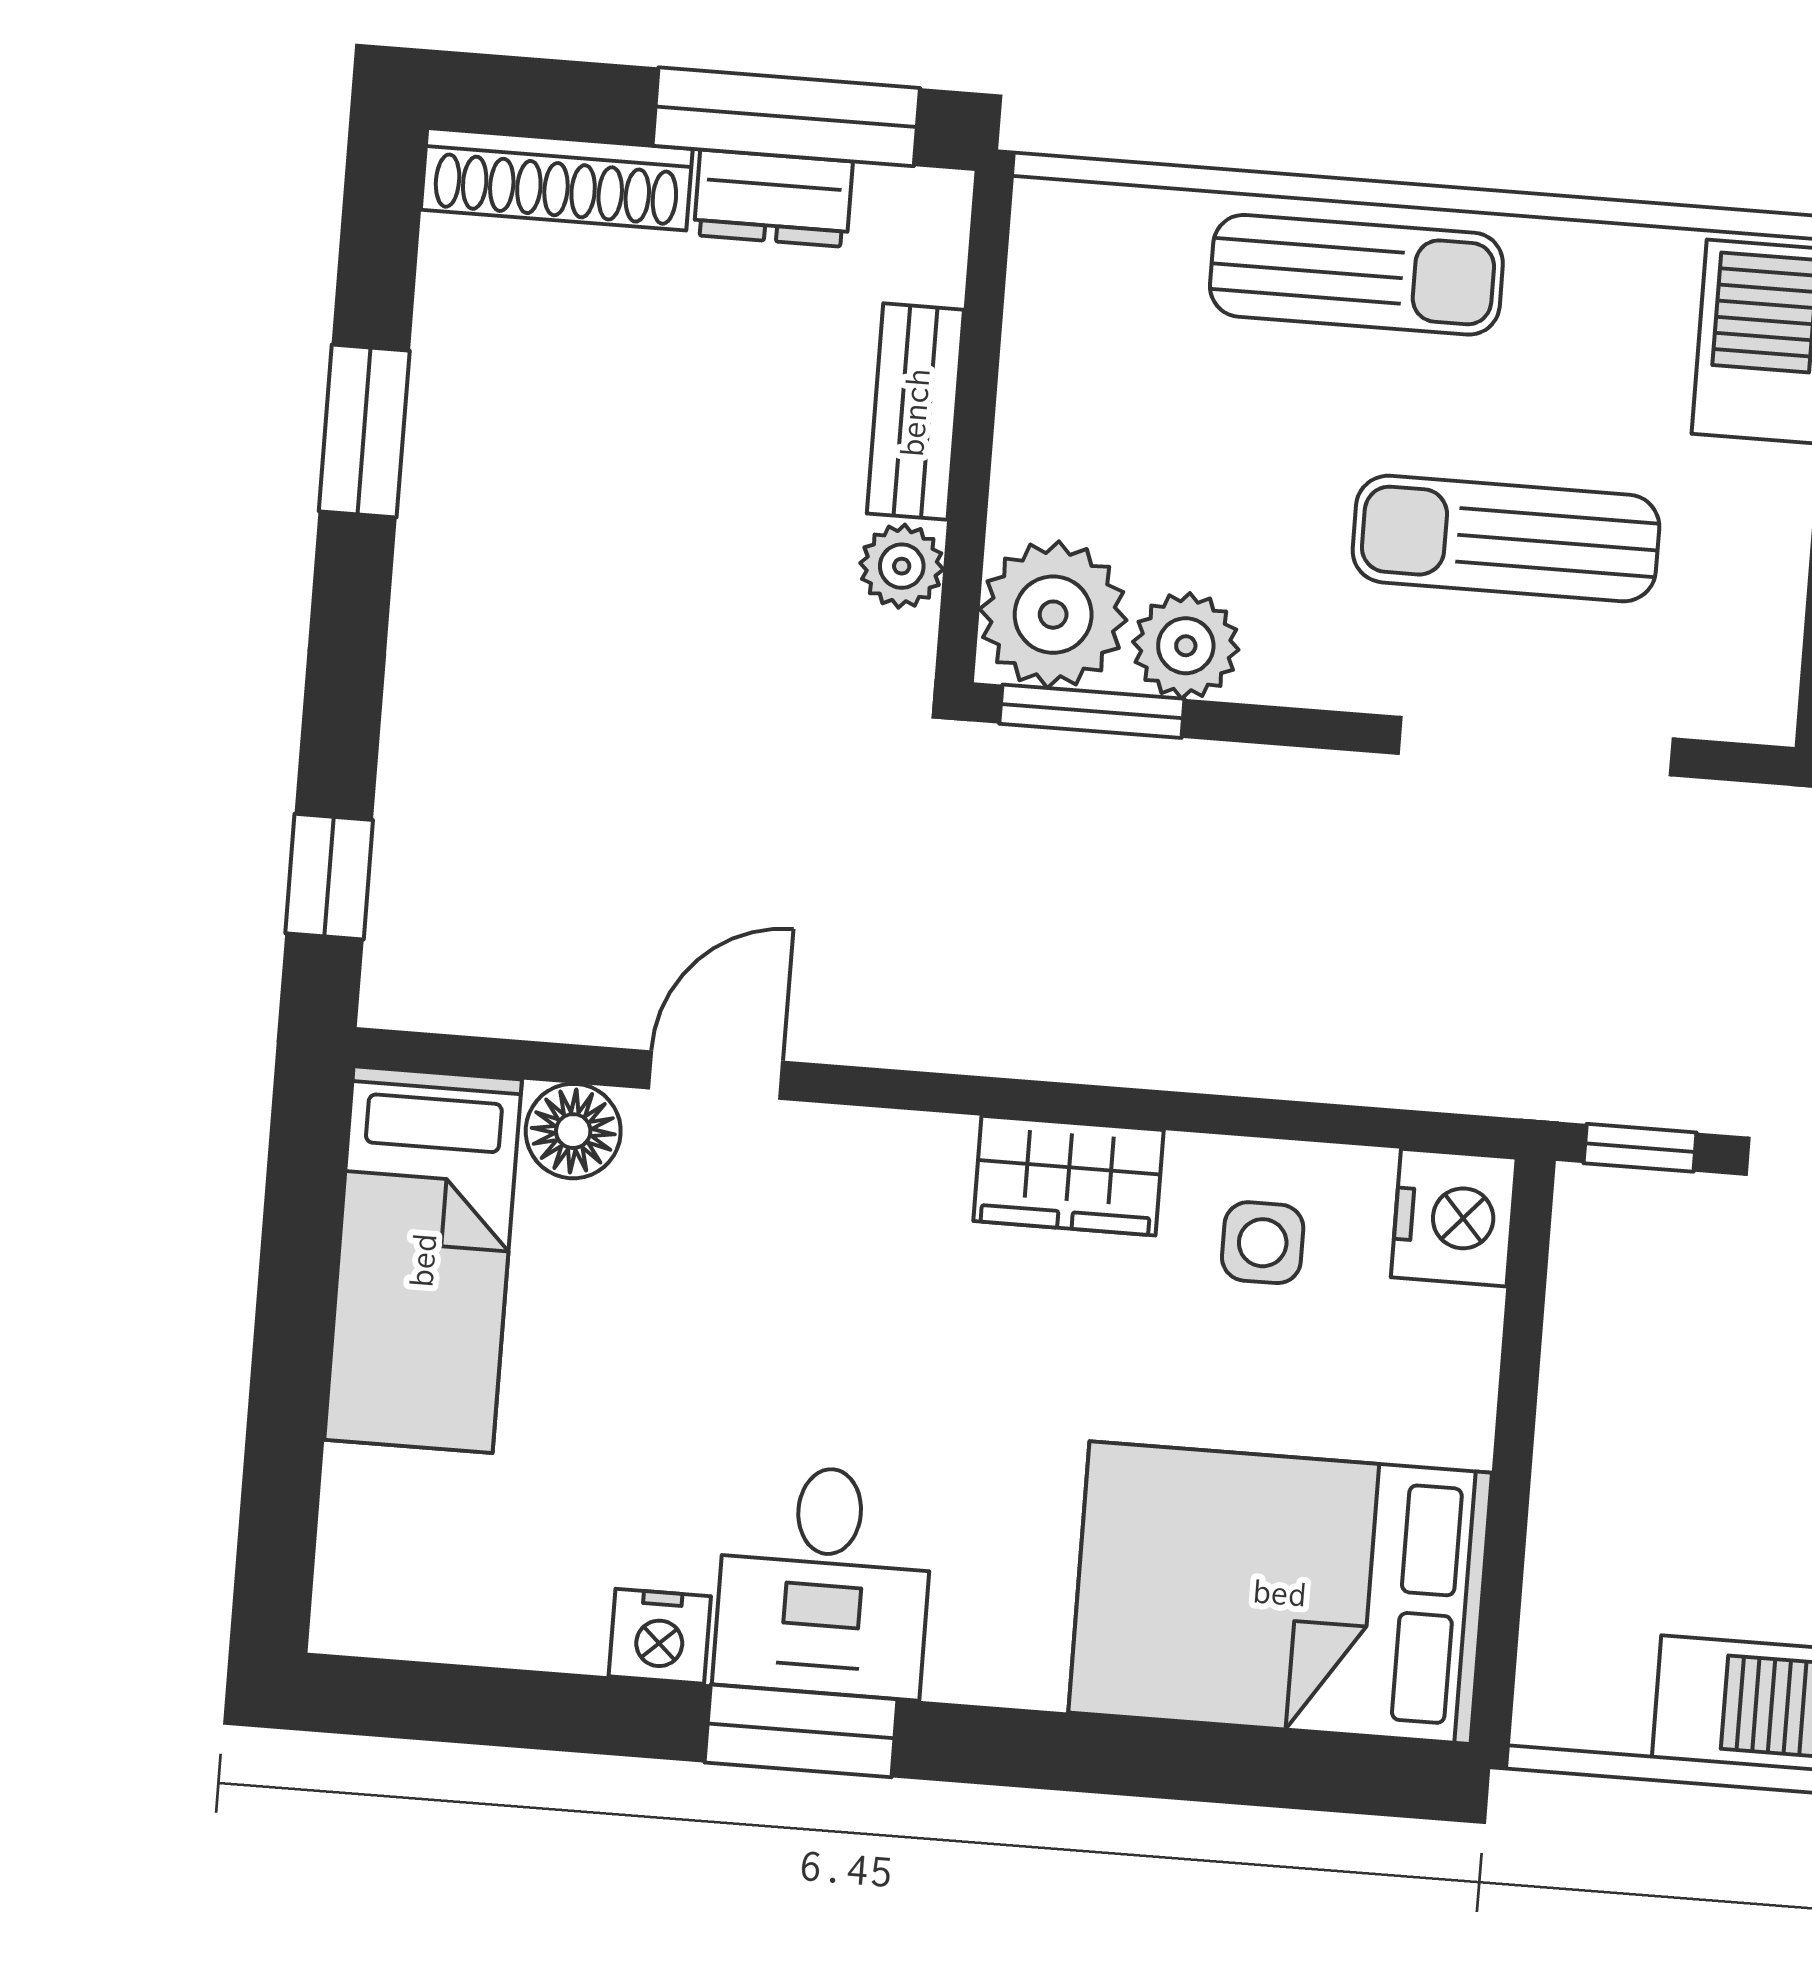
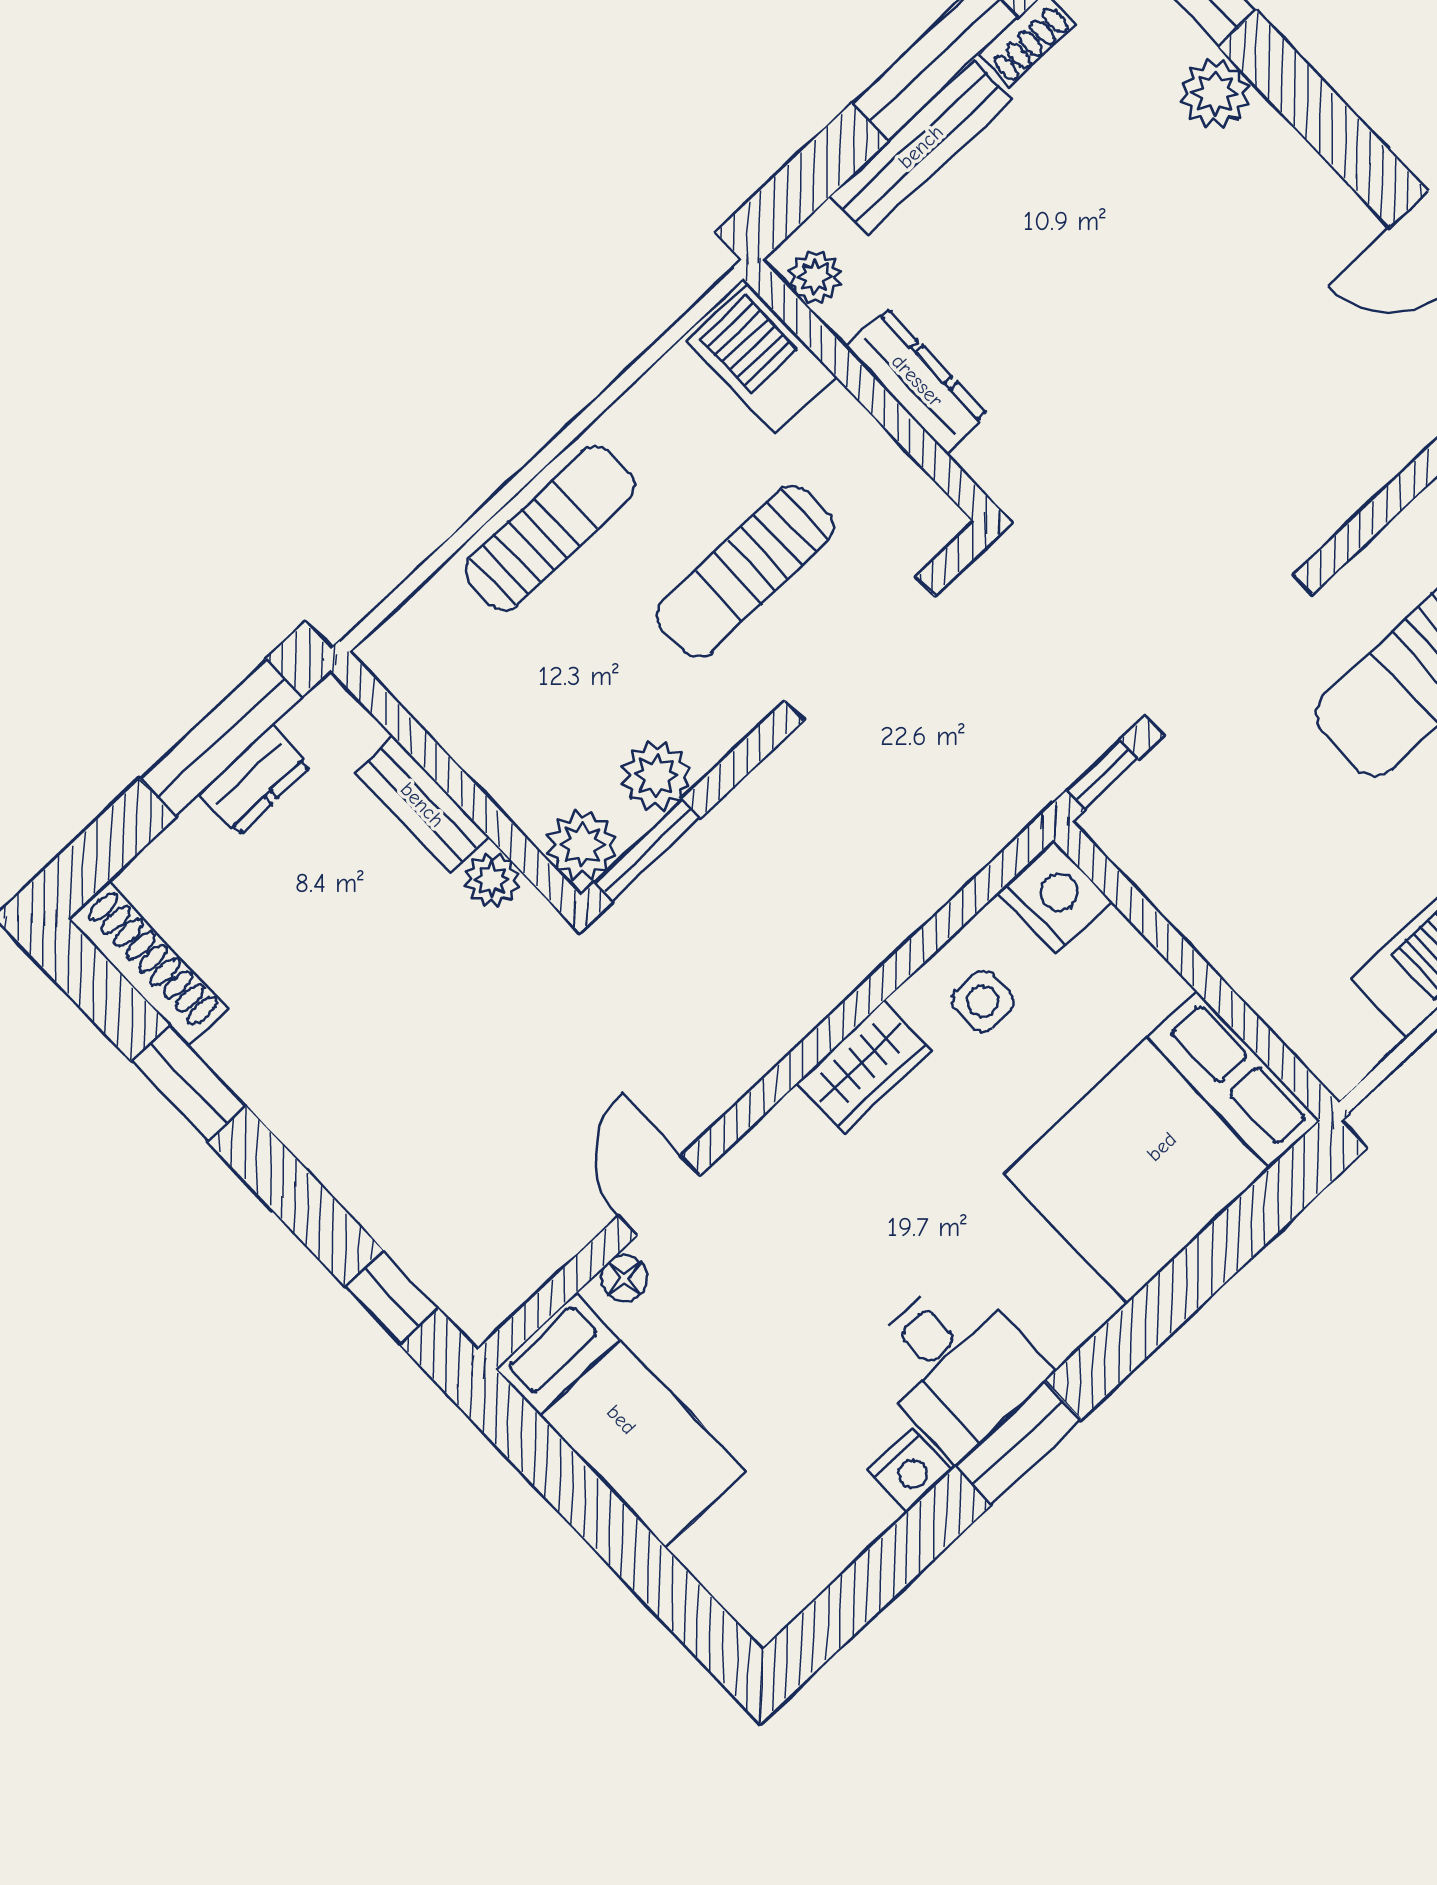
shoe rack: (557, 179) -> (148, 964), moved, turned -90
plant: (1053, 615) -> (582, 845), width x0.73, depth x0.73
floor lamp: (573, 1131) -> (624, 1278), width x0.73, depth x0.73

